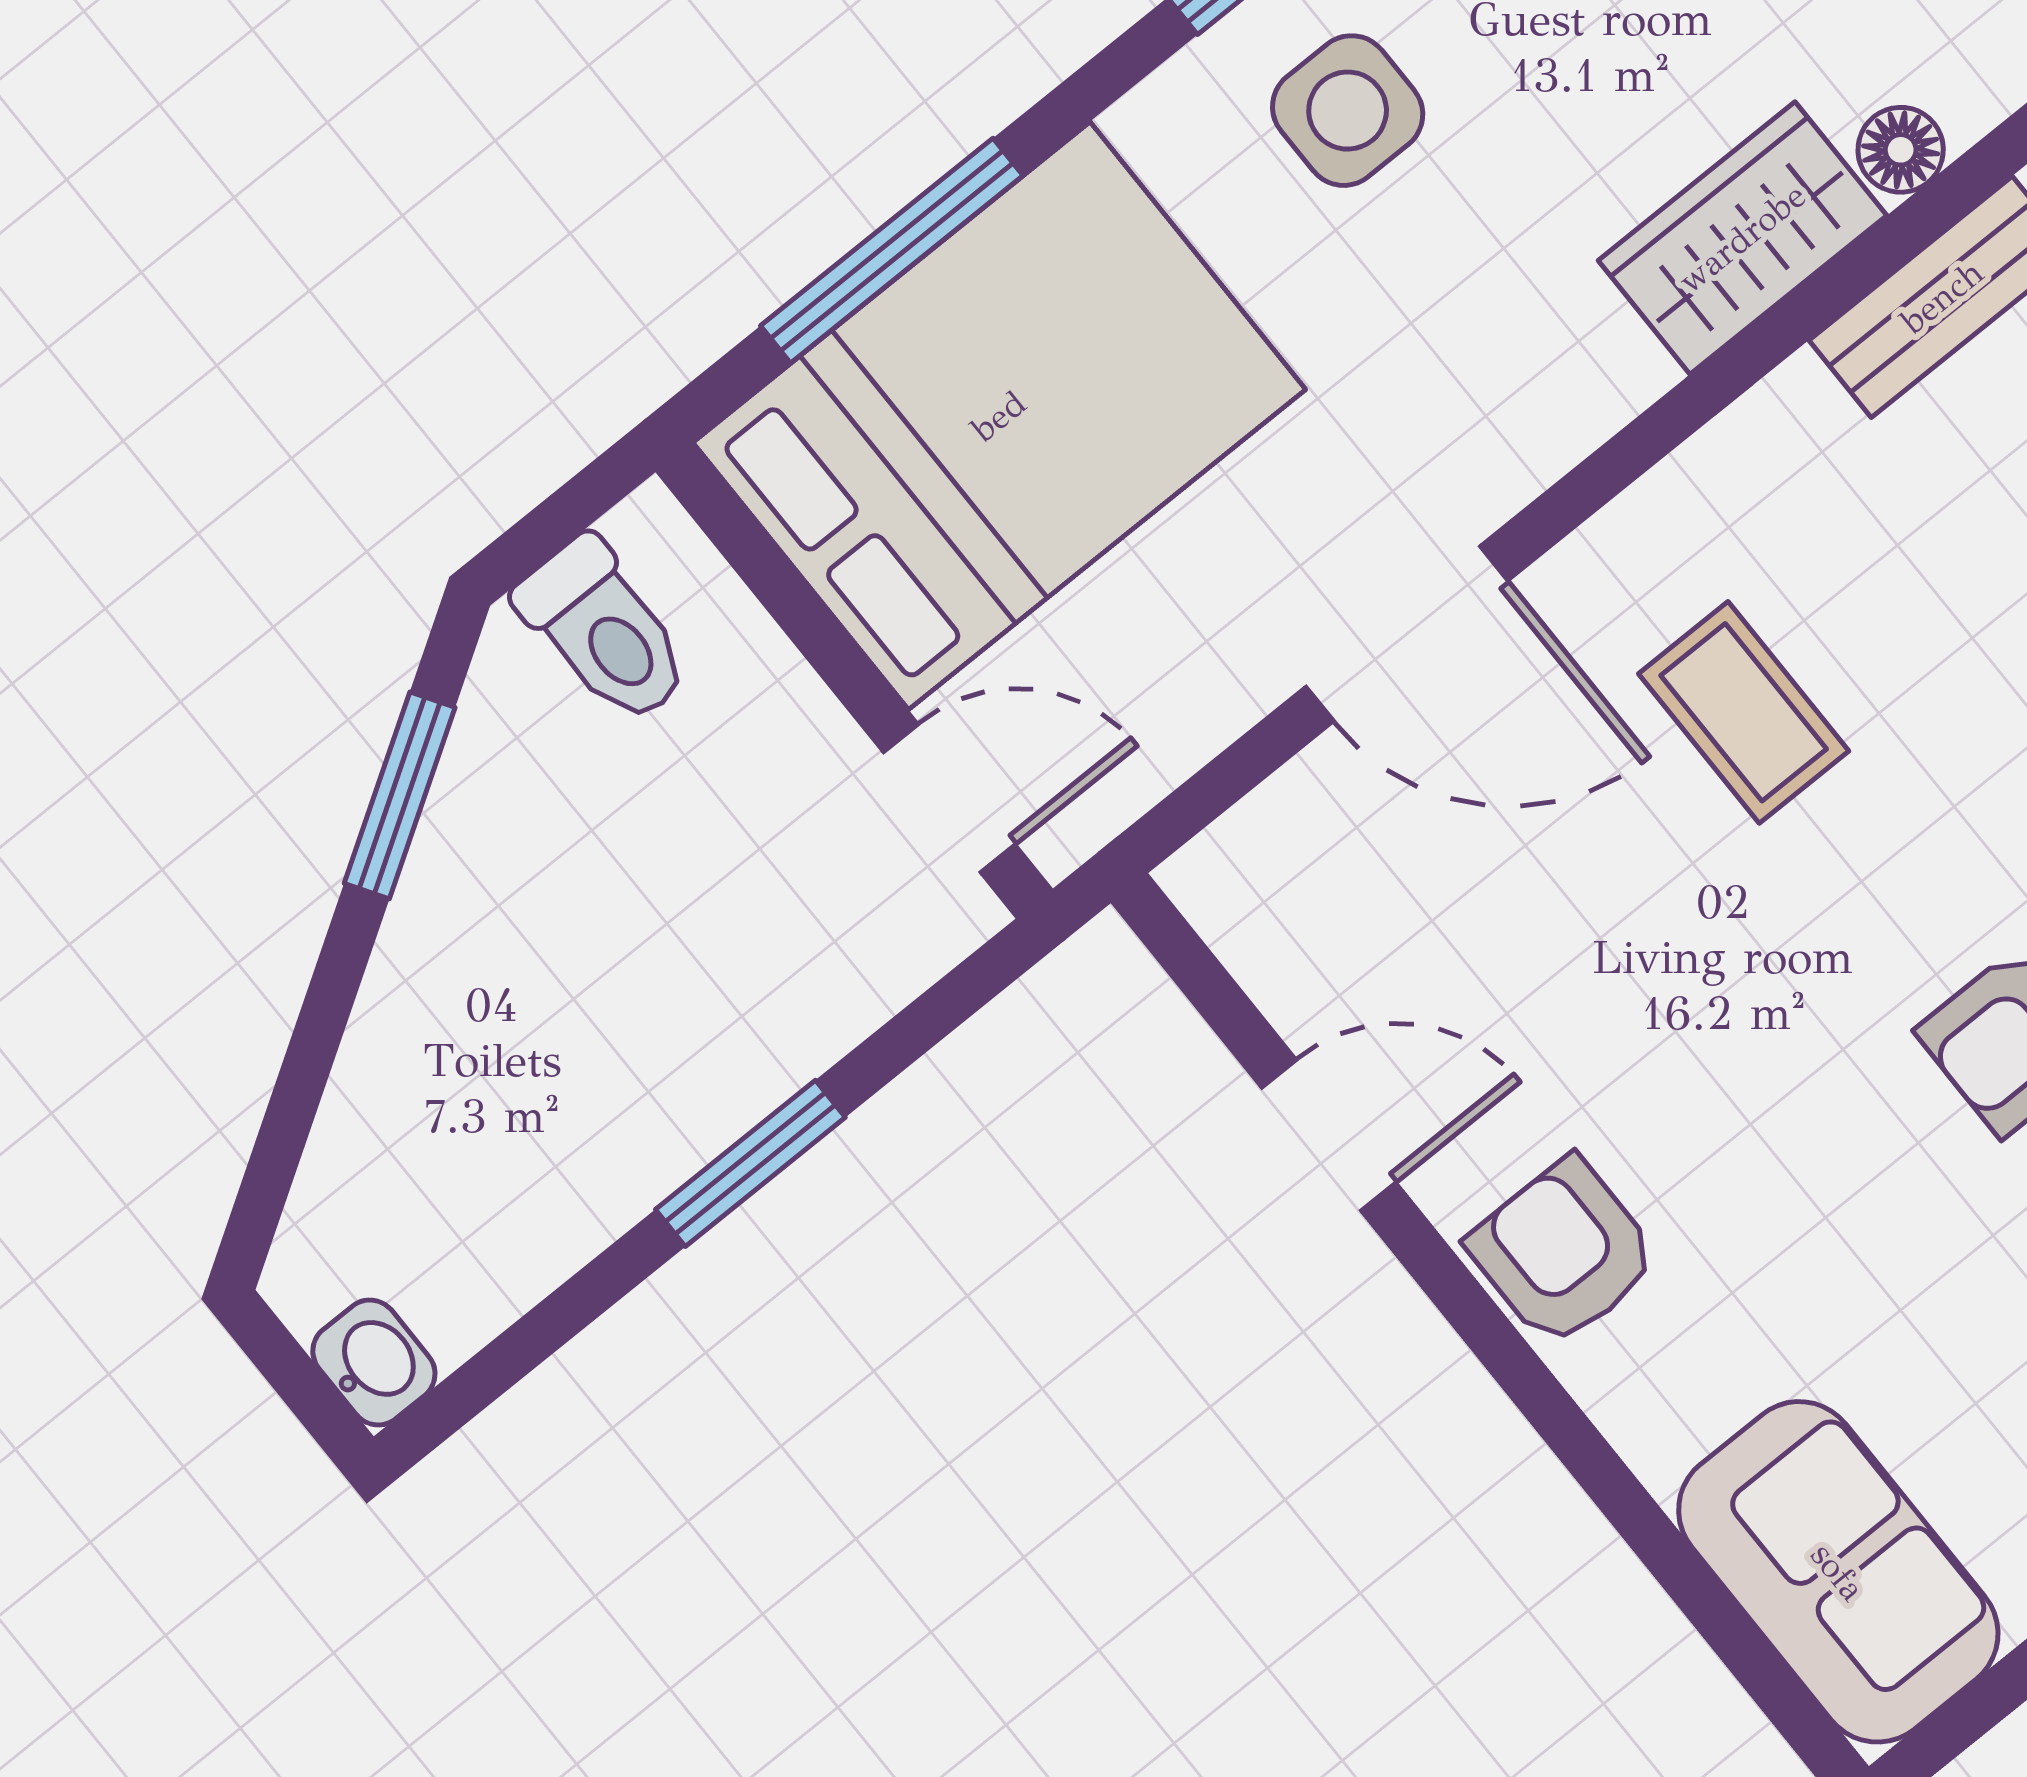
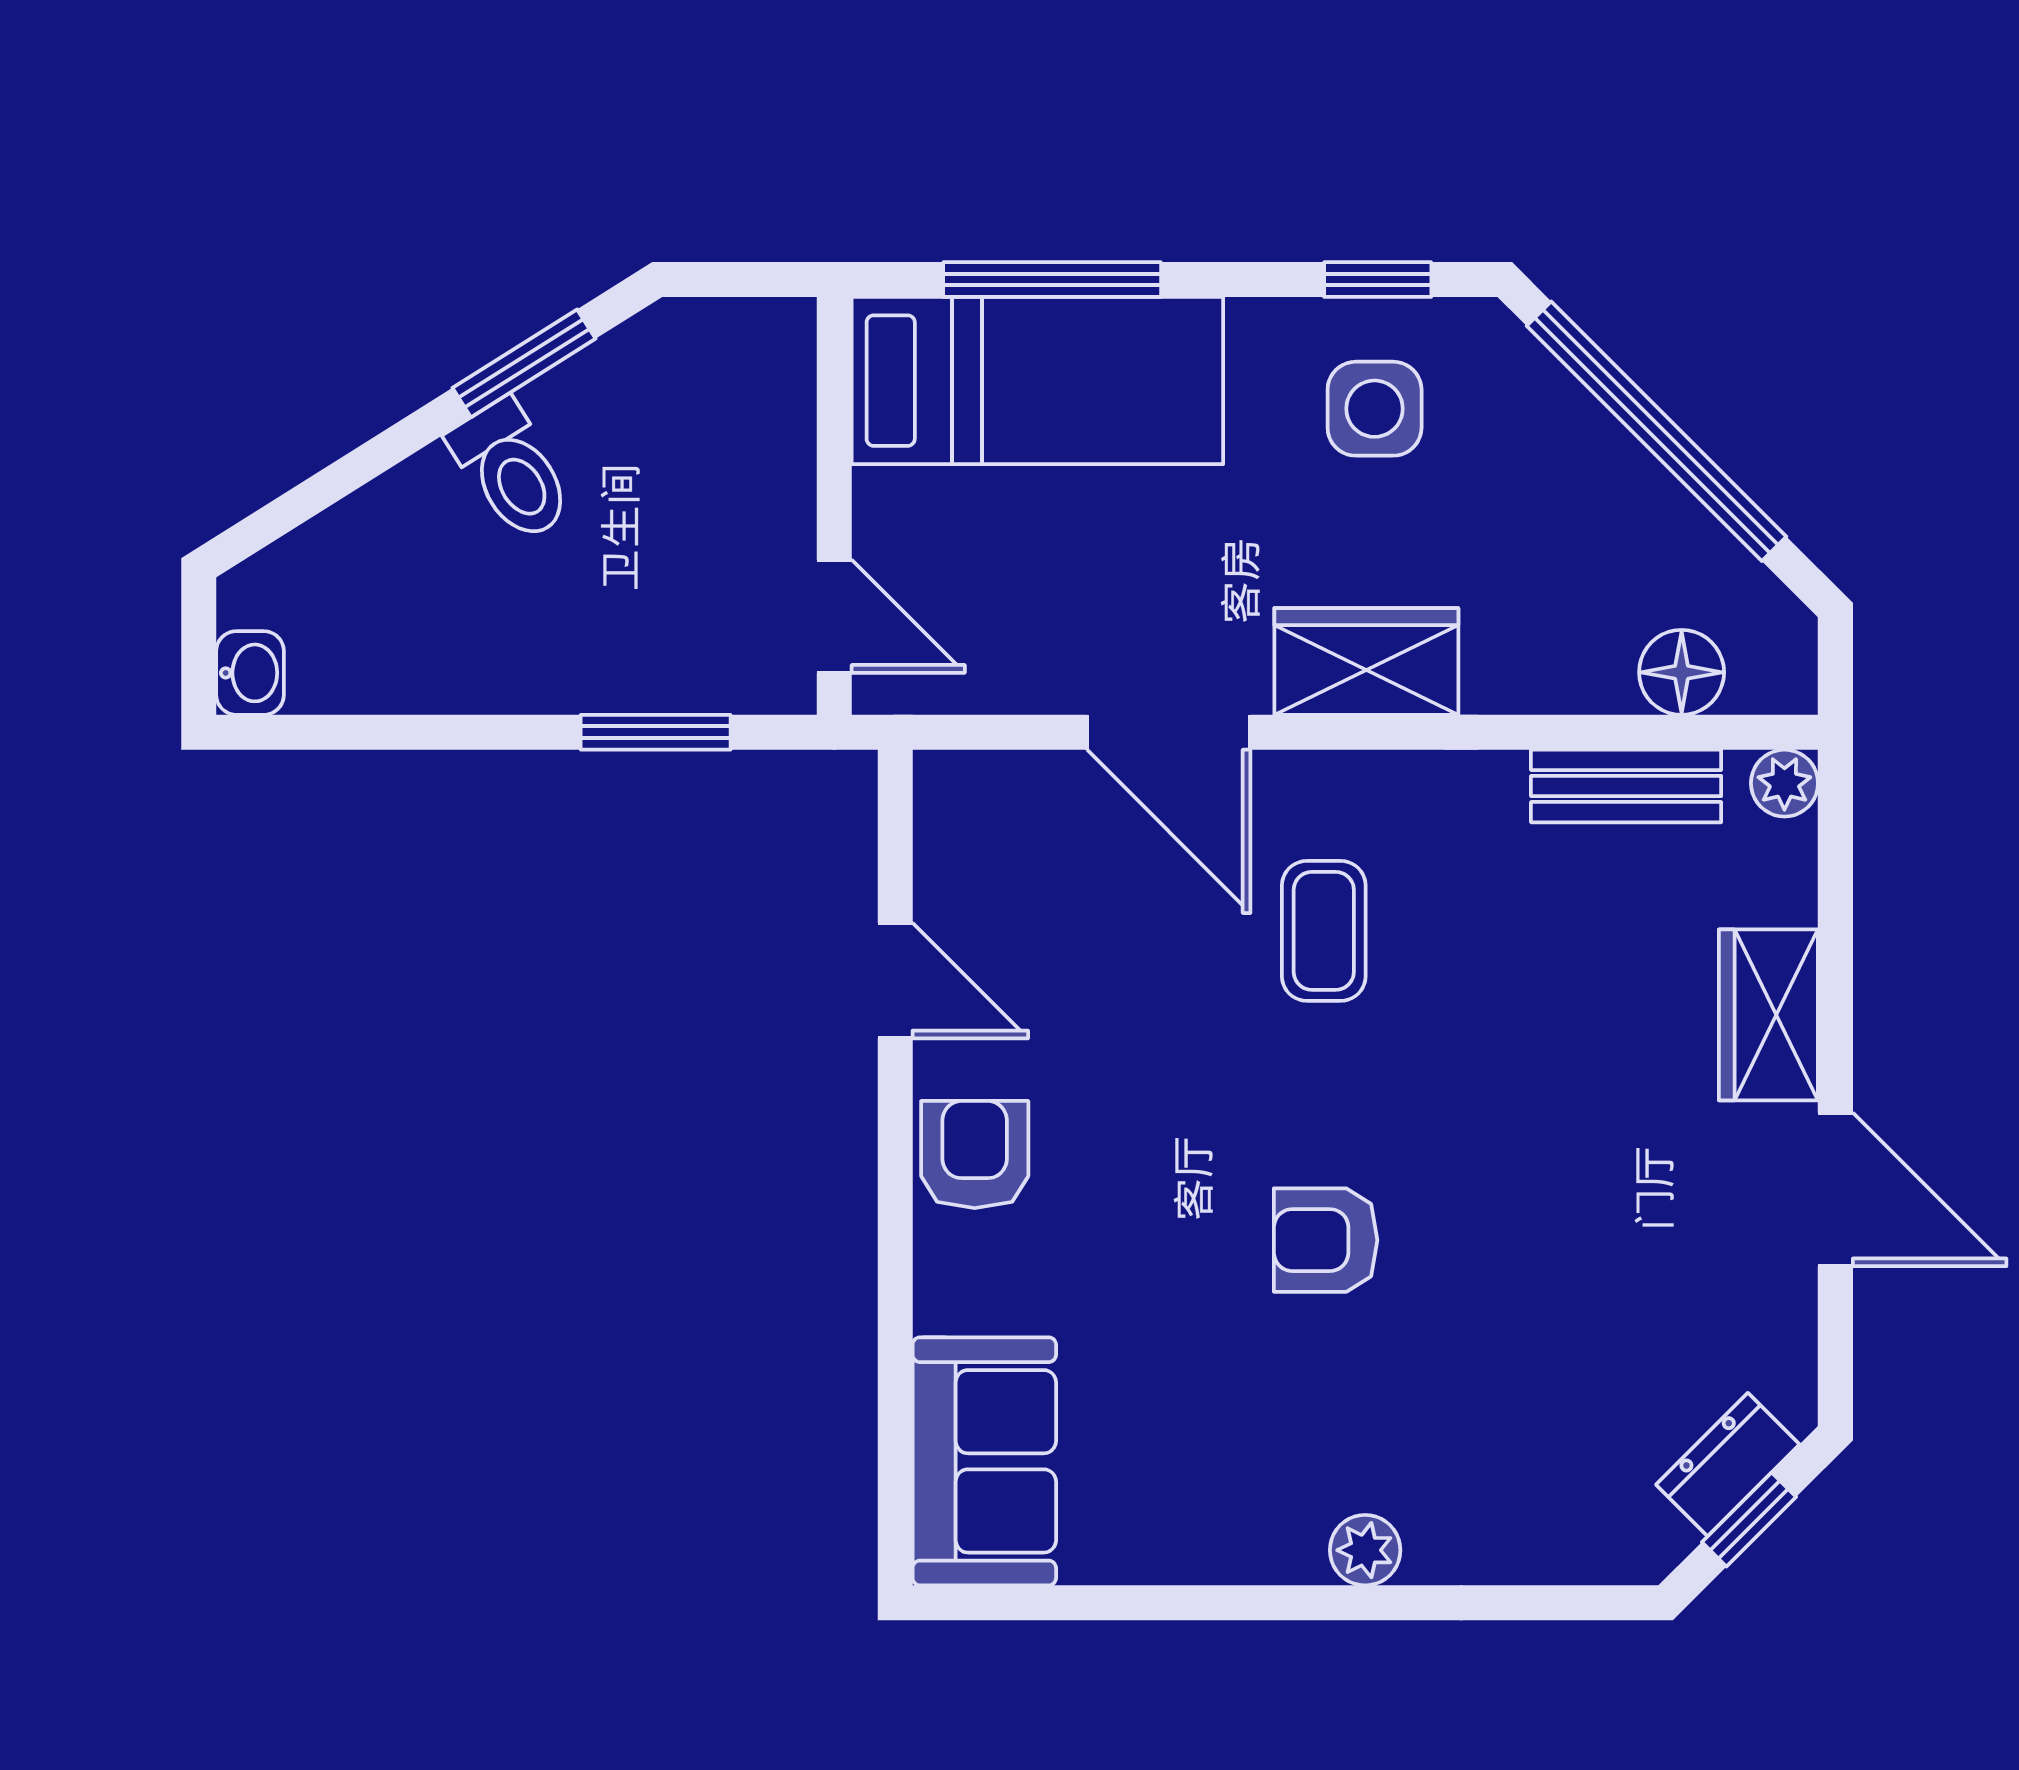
floor lamp: (1901, 150) -> (1682, 672), width x1.37, depth x1.37
wardrobe: (1742, 238) -> (1366, 661), moved
bed: (999, 416) -> (1037, 381), width x0.67
toilet: (605, 631) -> (512, 471), moved, turned -32
window: (750, 1163) -> (656, 732), moved

